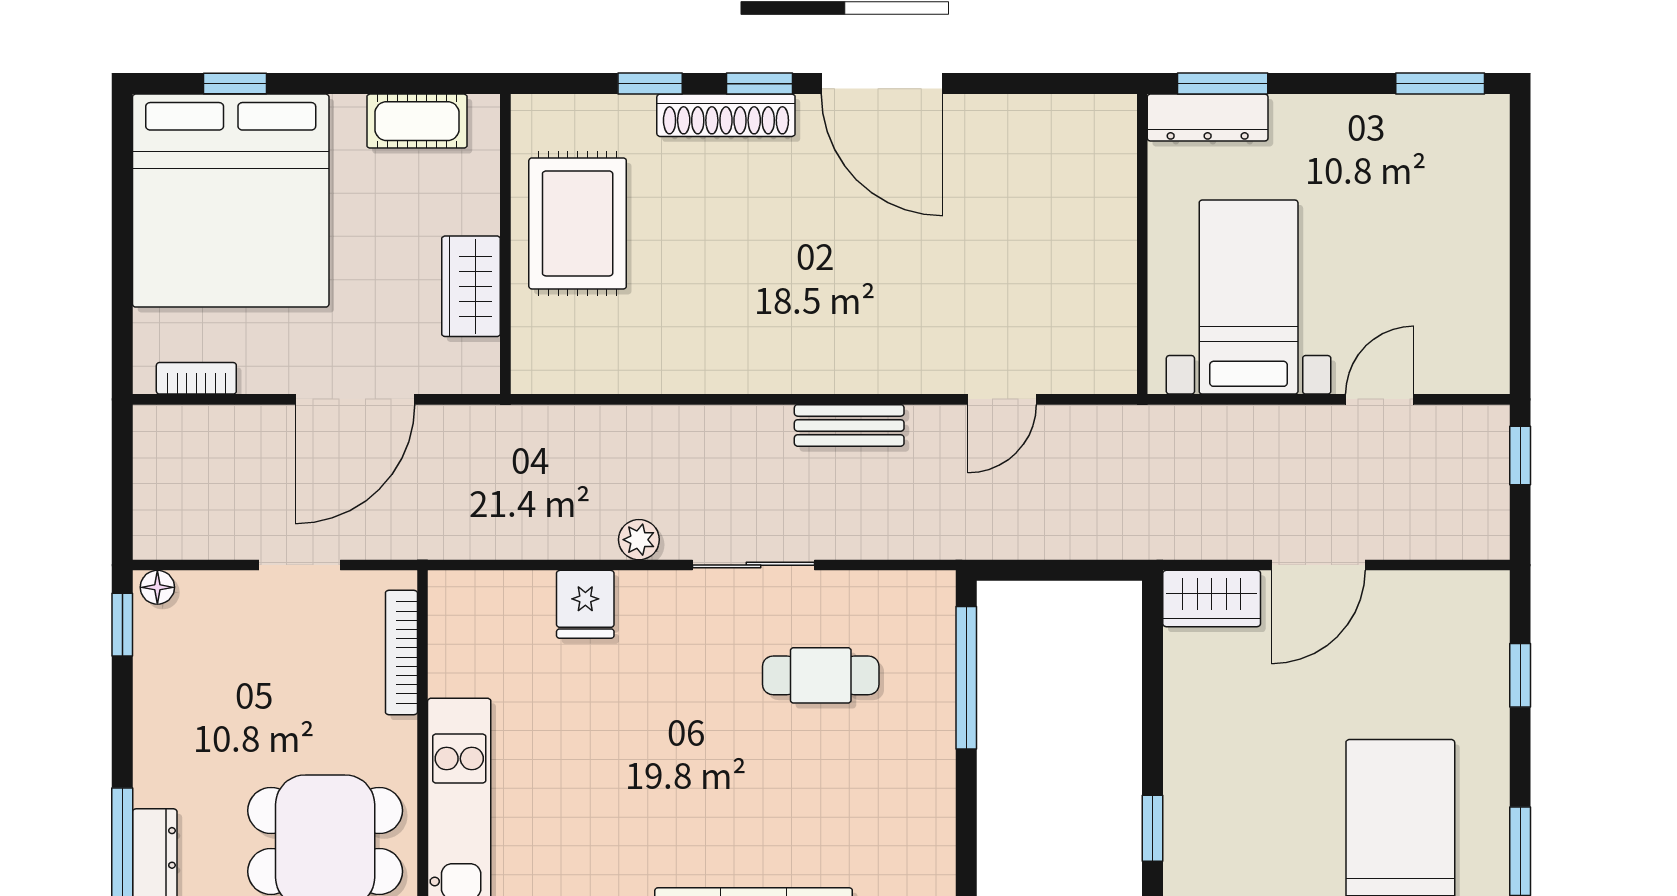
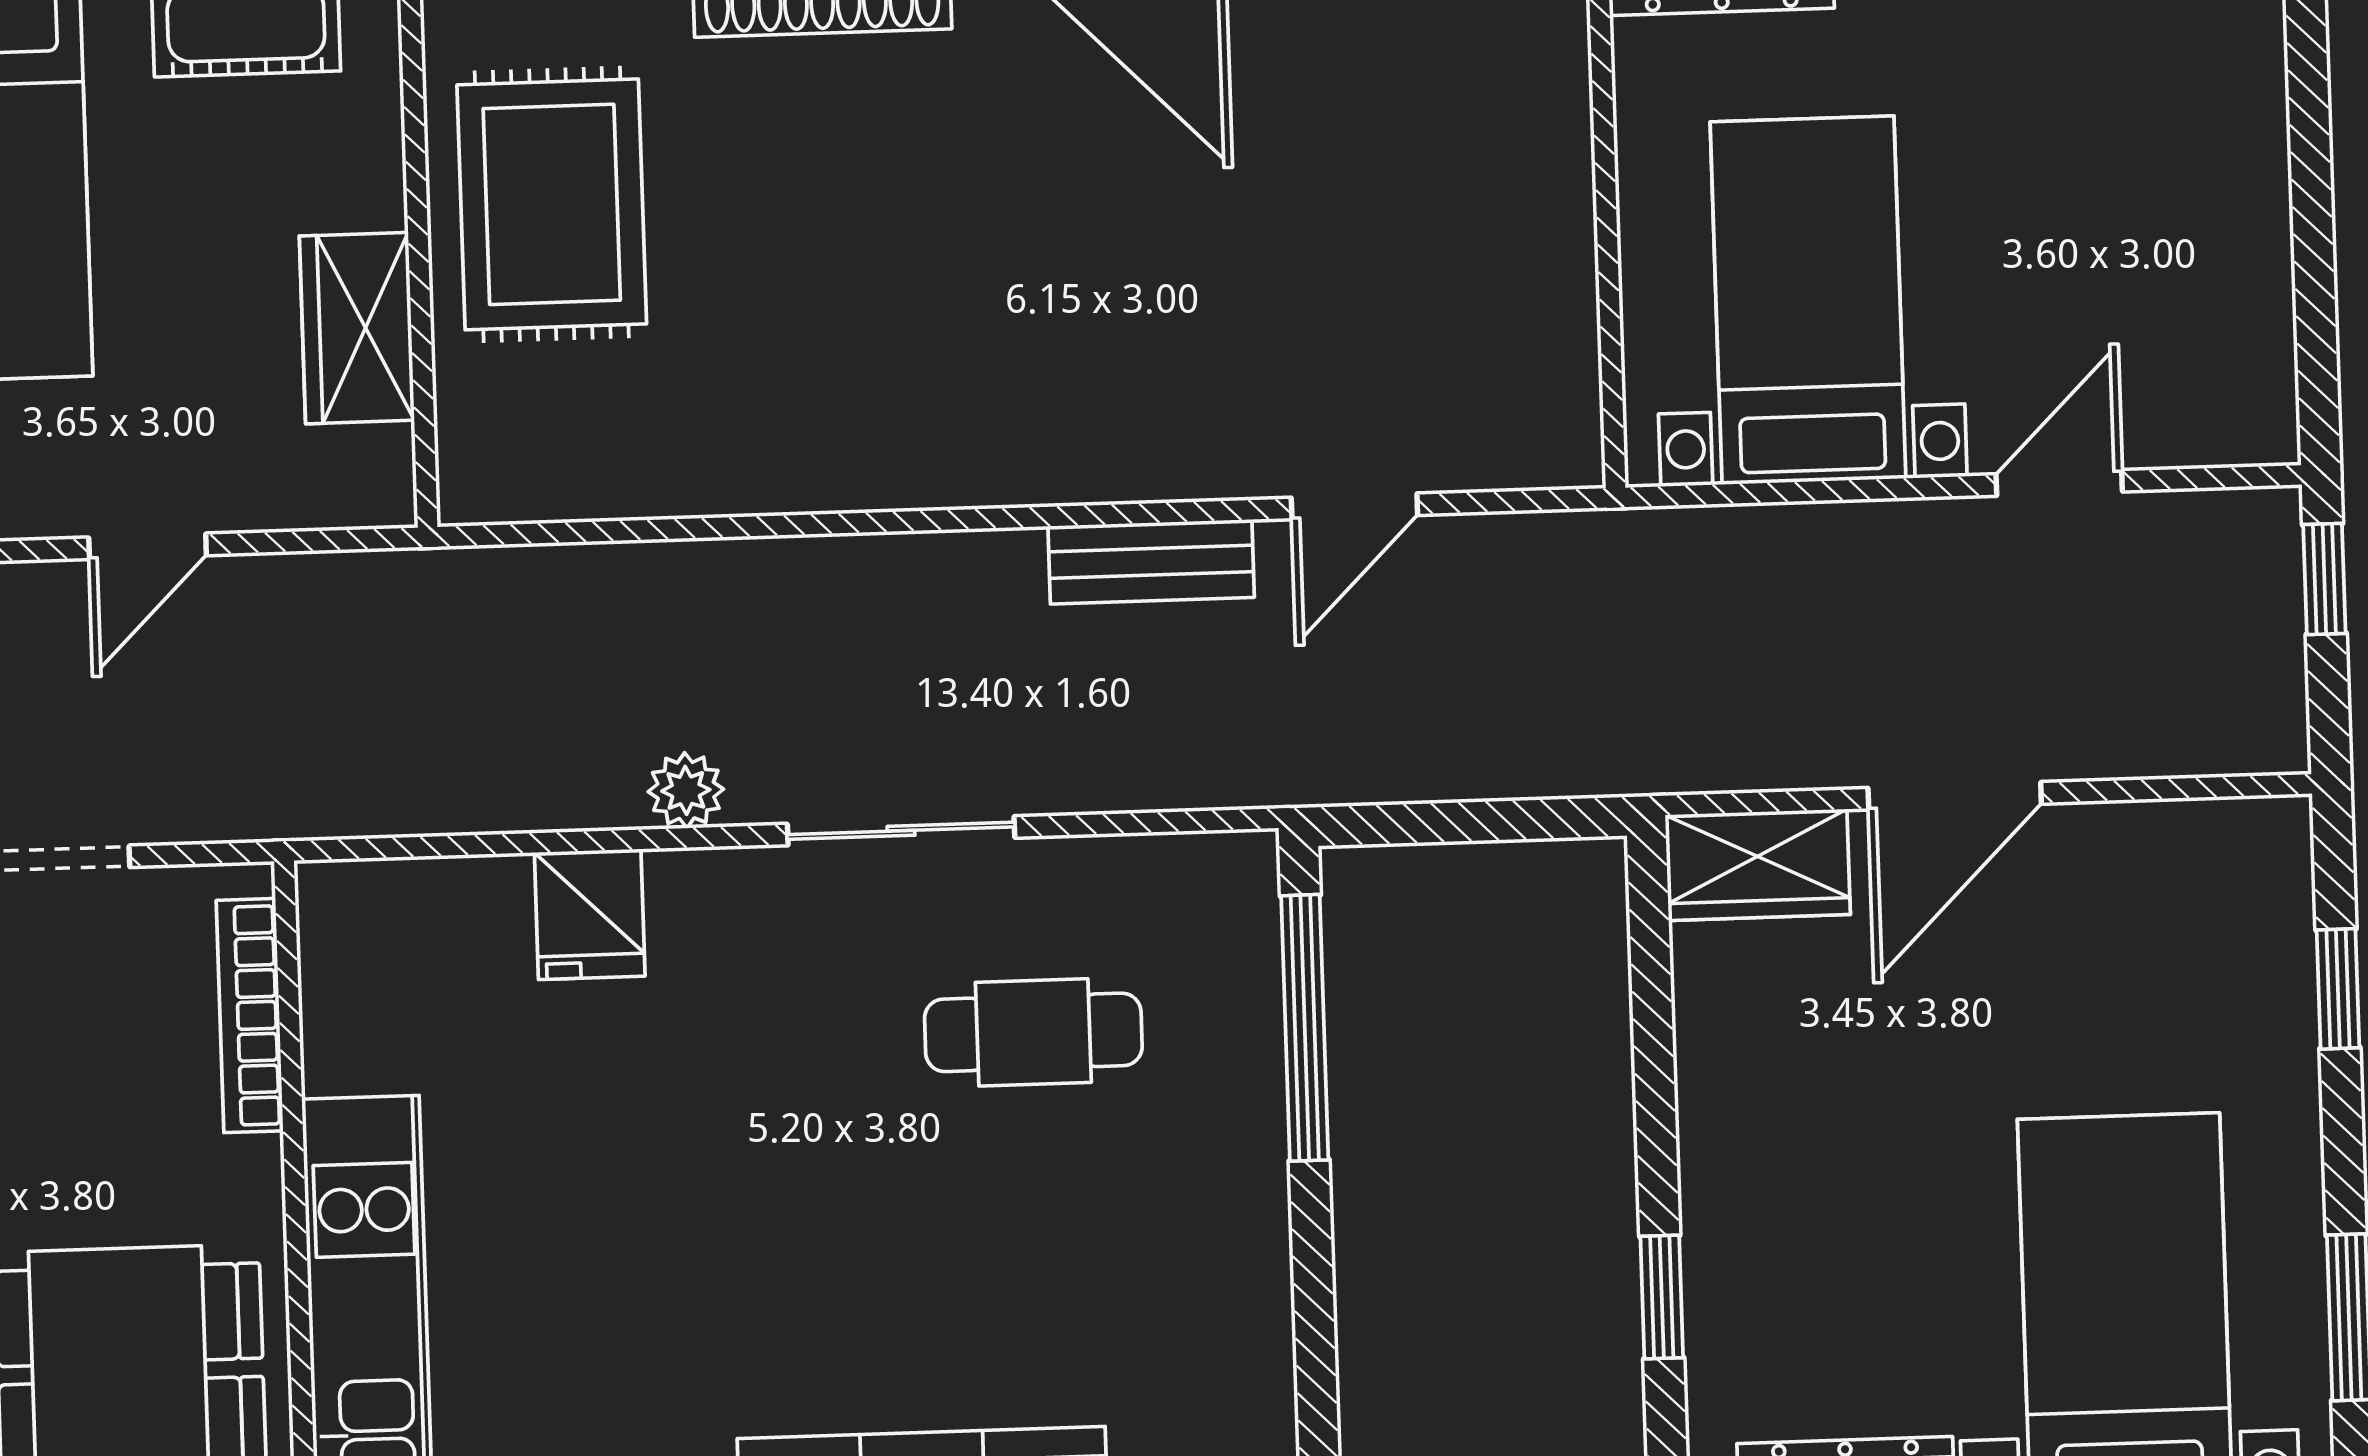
door: (355, 399) -> (148, 546), width x0.53
bench: (849, 425) -> (1151, 562), moved

